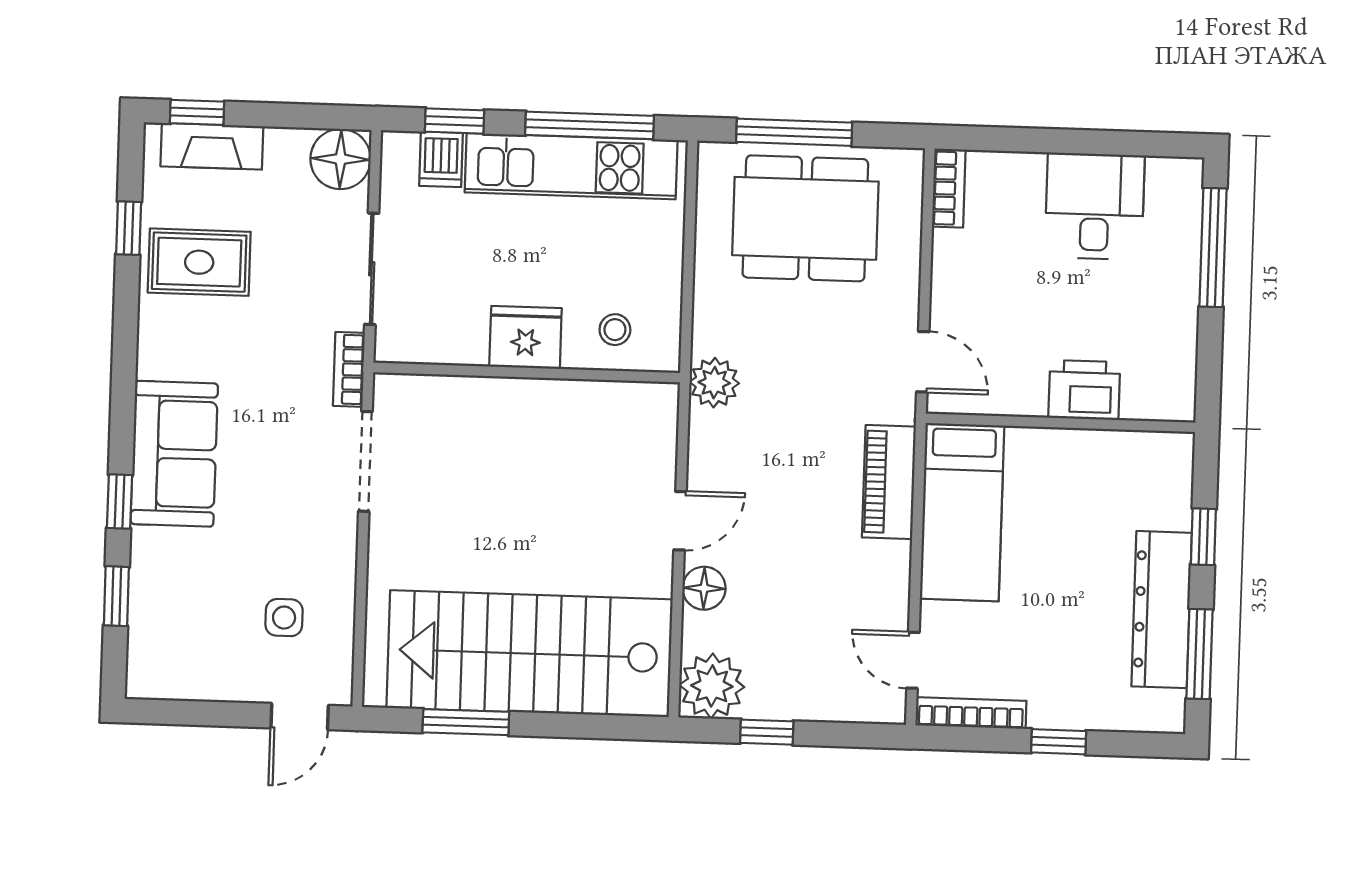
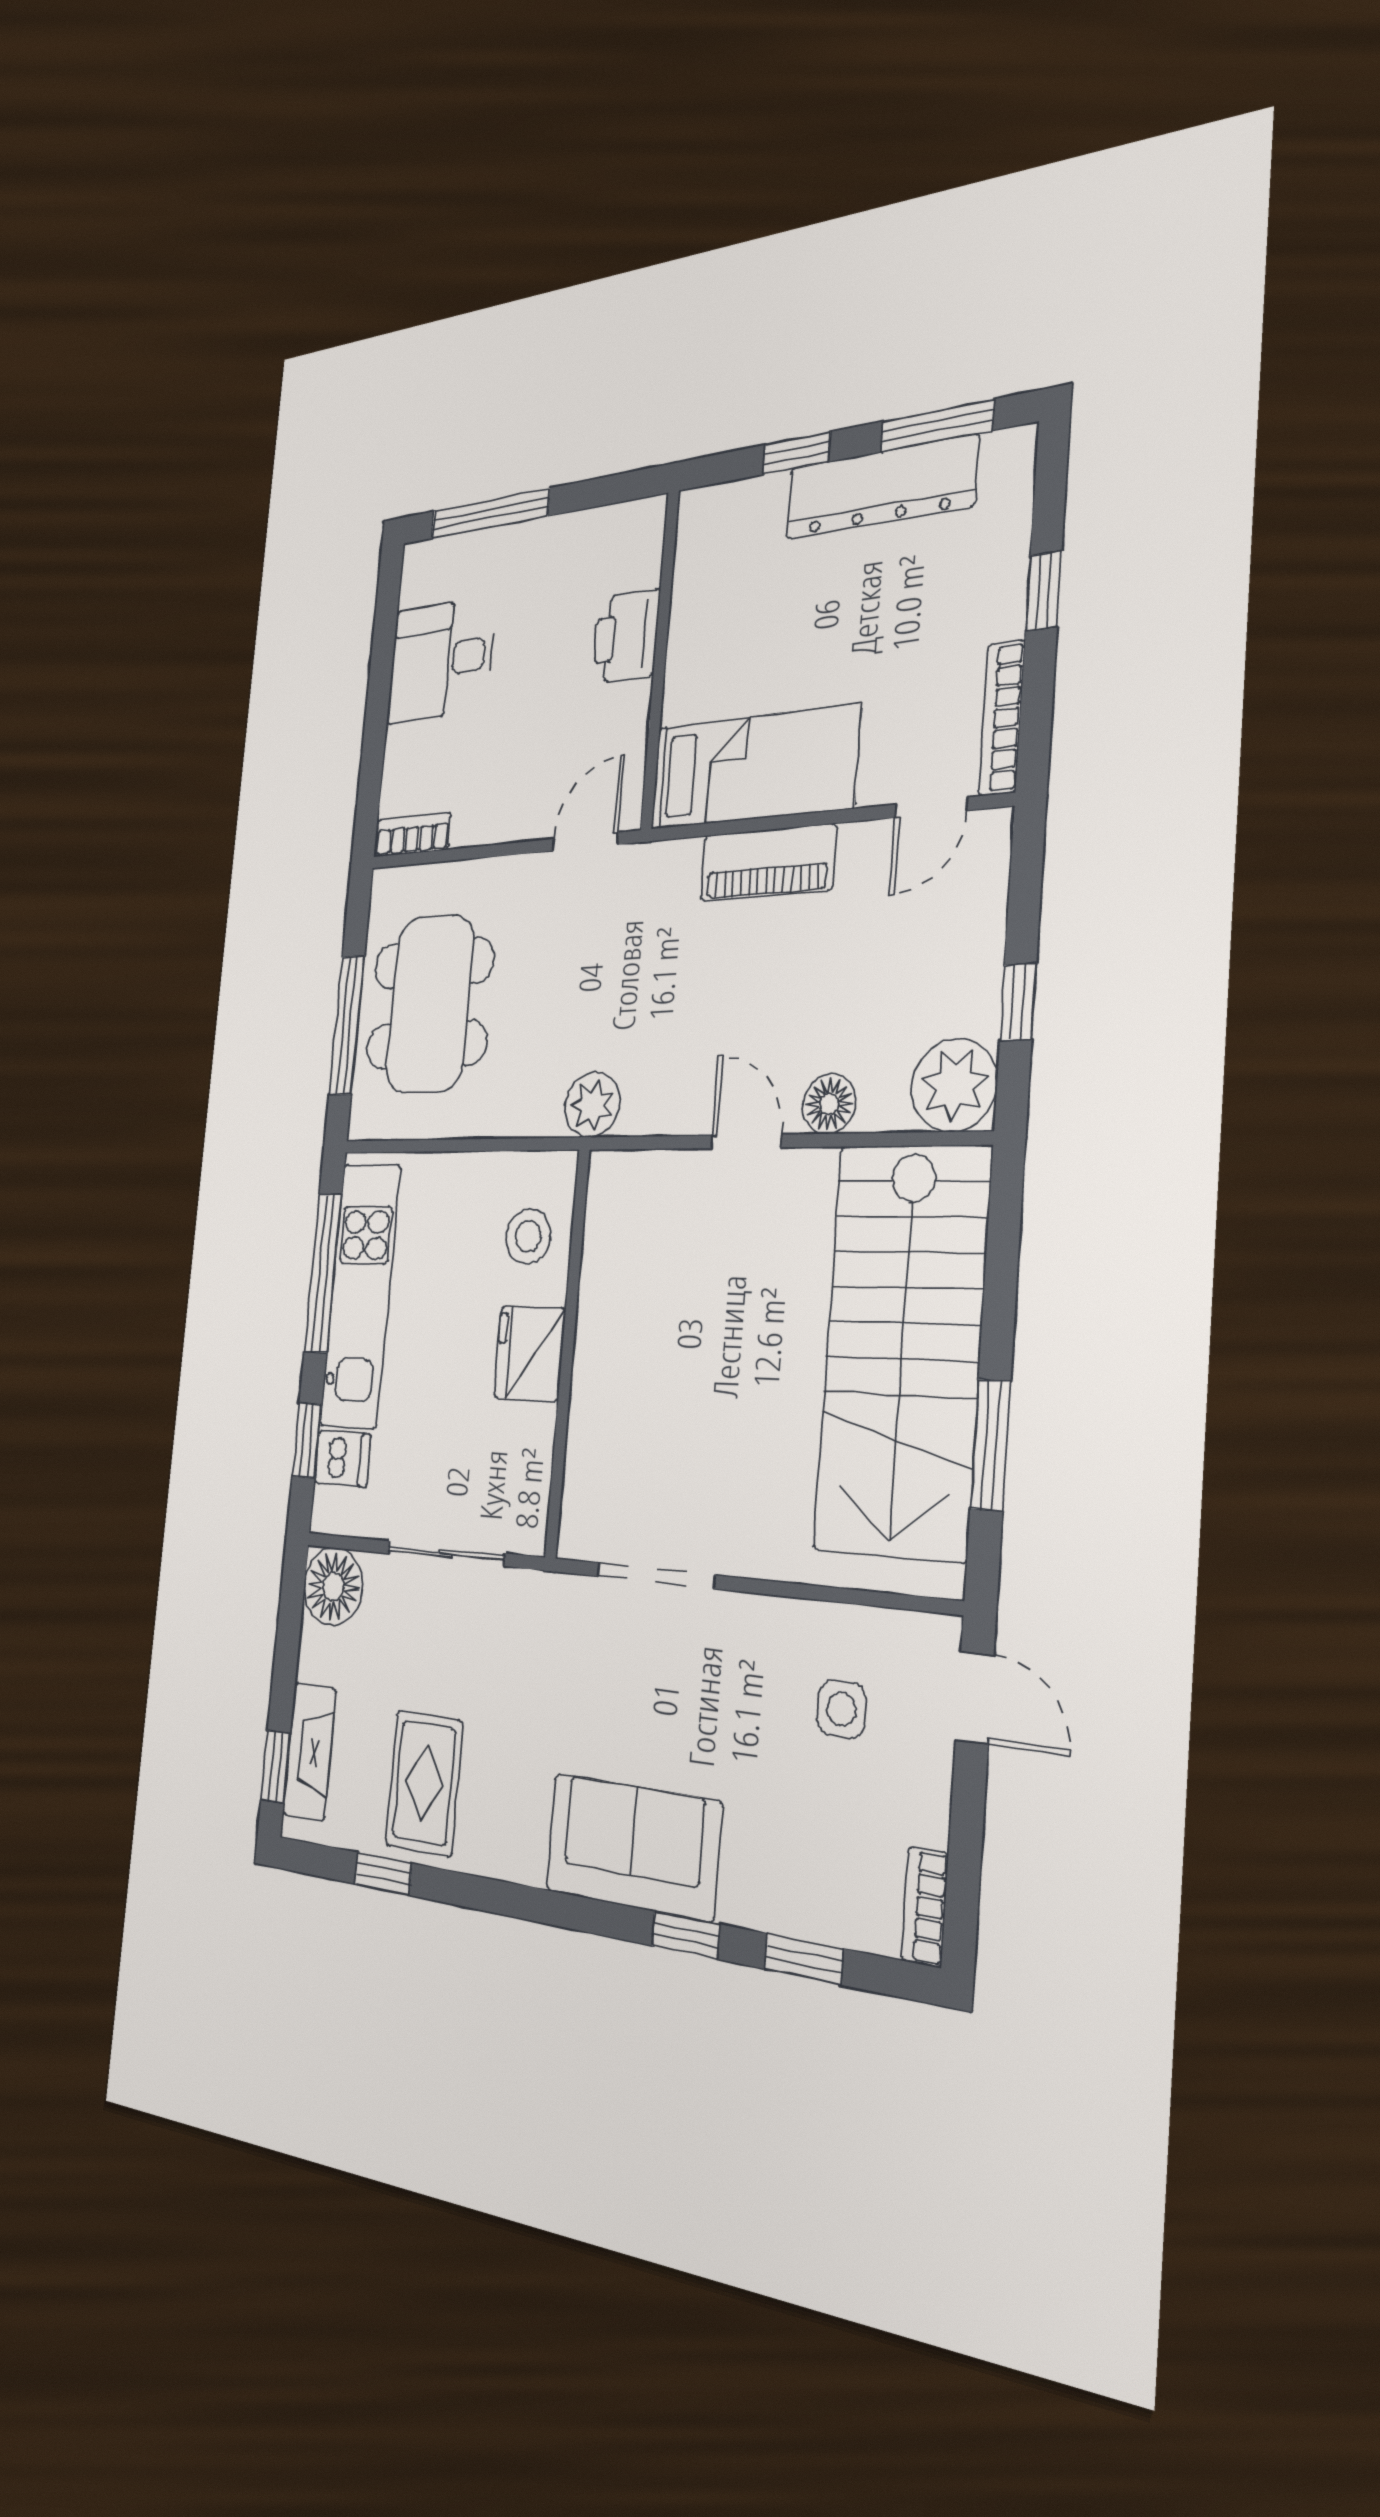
stool: (615, 330) -> (528, 1236), width x1.37, depth x1.37
bookcase: (349, 369) -> (925, 1907), moved, turned 90
piano: (889, 482) -> (768, 863), moved

